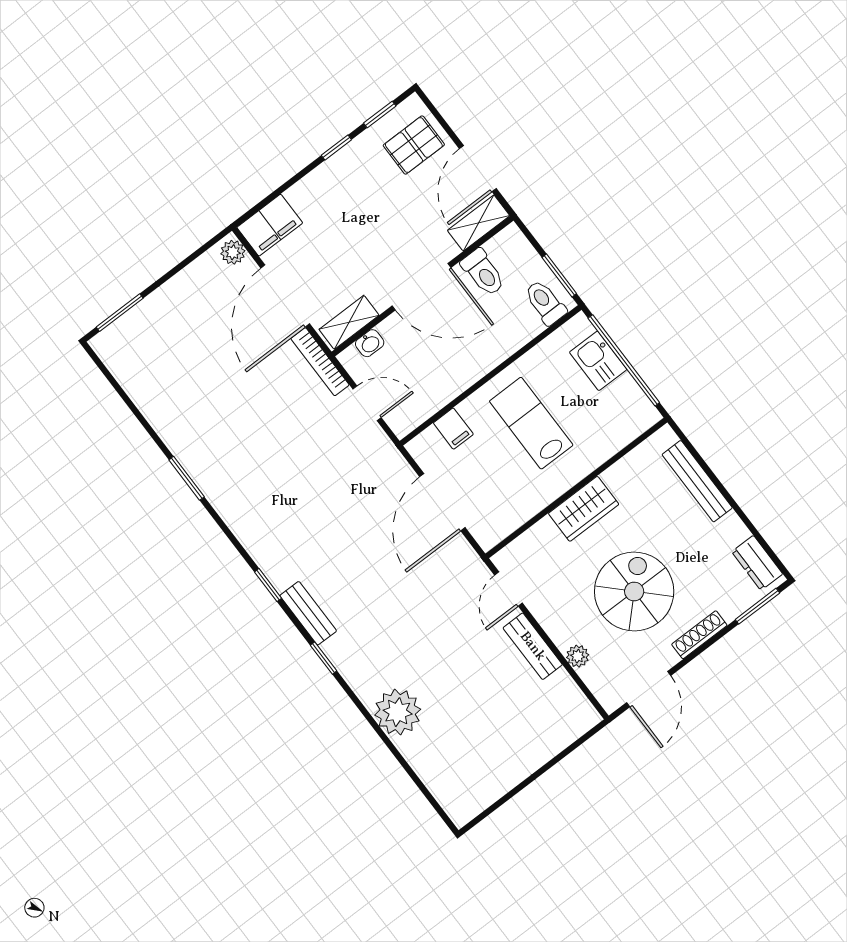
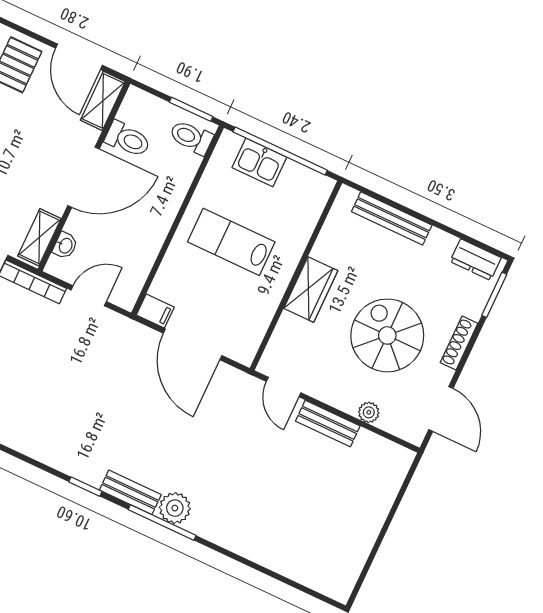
filing cabinet: (453, 429) -> (155, 311), moved
window: (324, 658) -> (162, 522), width x2.17
plant: (398, 712) -> (175, 508), moved, width x0.73, depth x0.73

